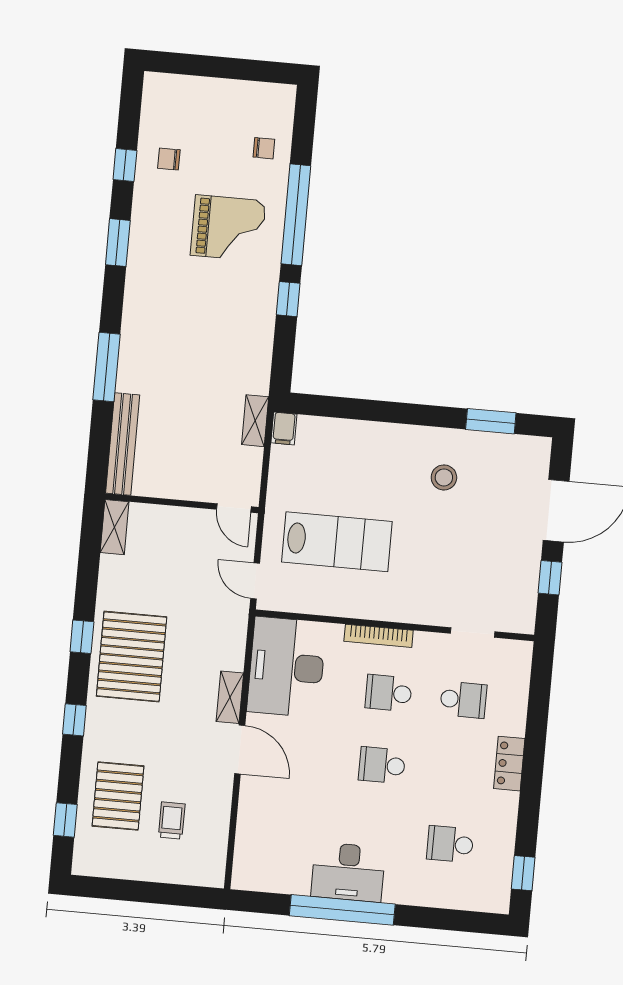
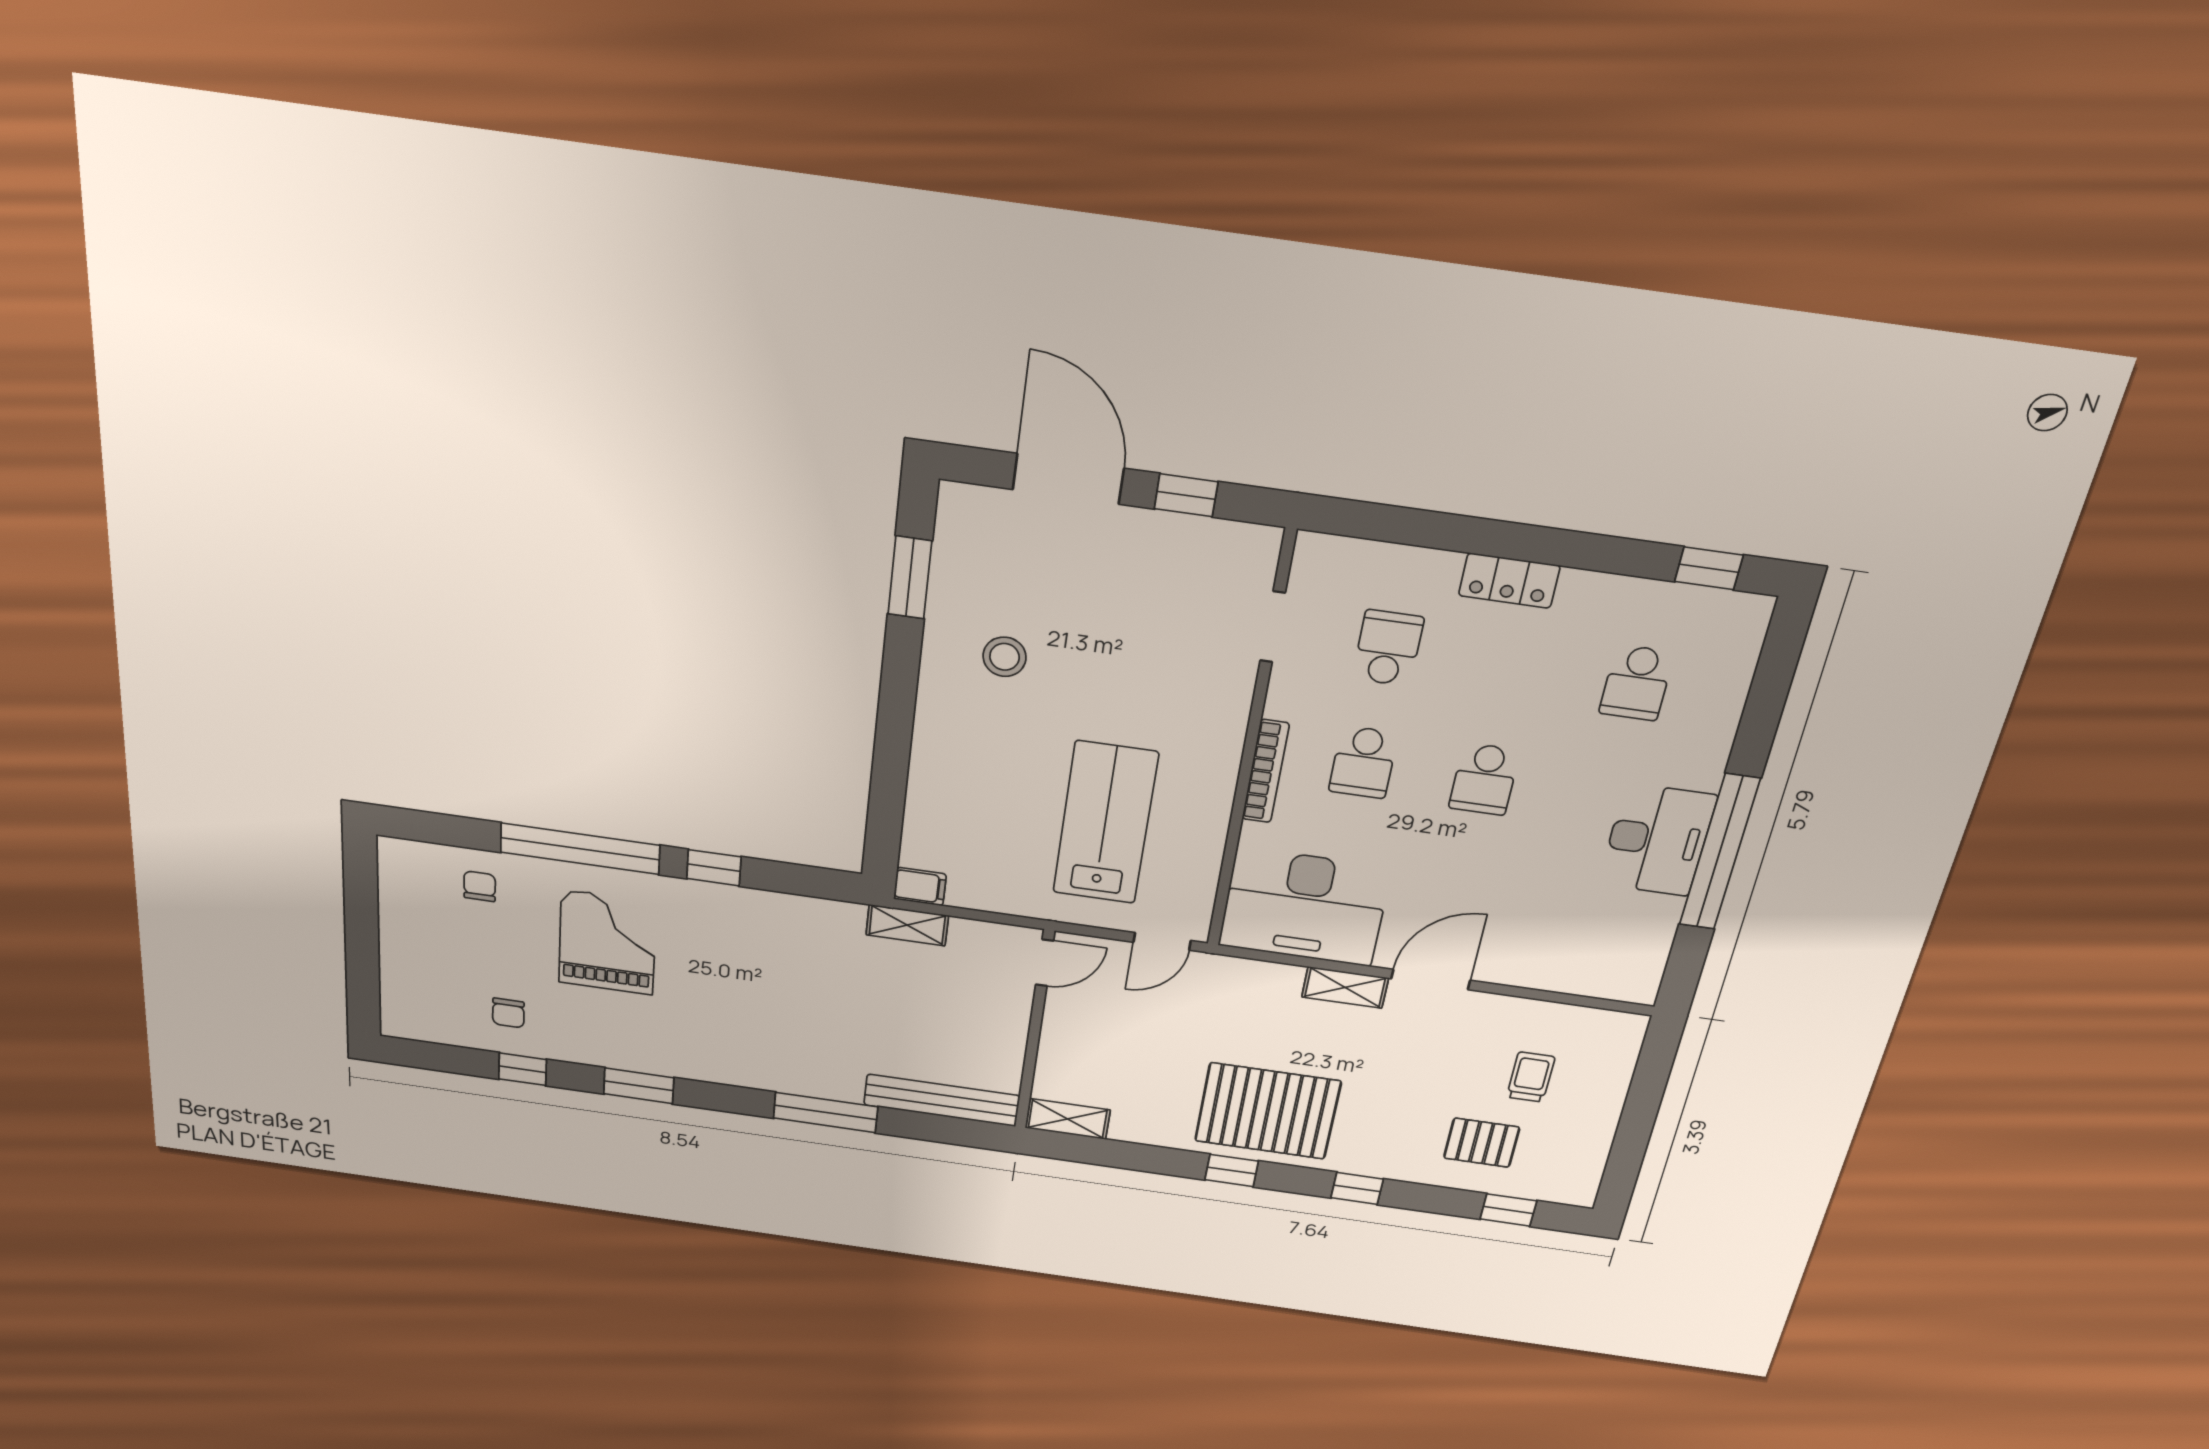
pallet: (118, 796) -> (1482, 1143), width x0.67, depth x0.71
trolley: (172, 820) -> (1531, 1077), turned 90

